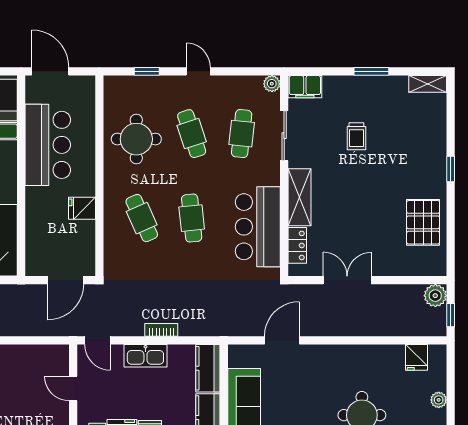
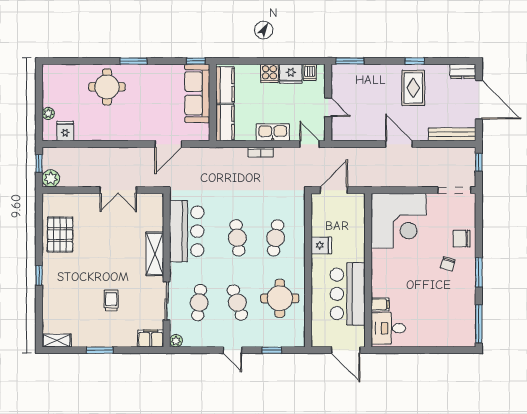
cafe table: (142, 218) -> (276, 238), turned 33
locker: (297, 245) -> (157, 217), removed
plant: (439, 400) -> (48, 113), moved

